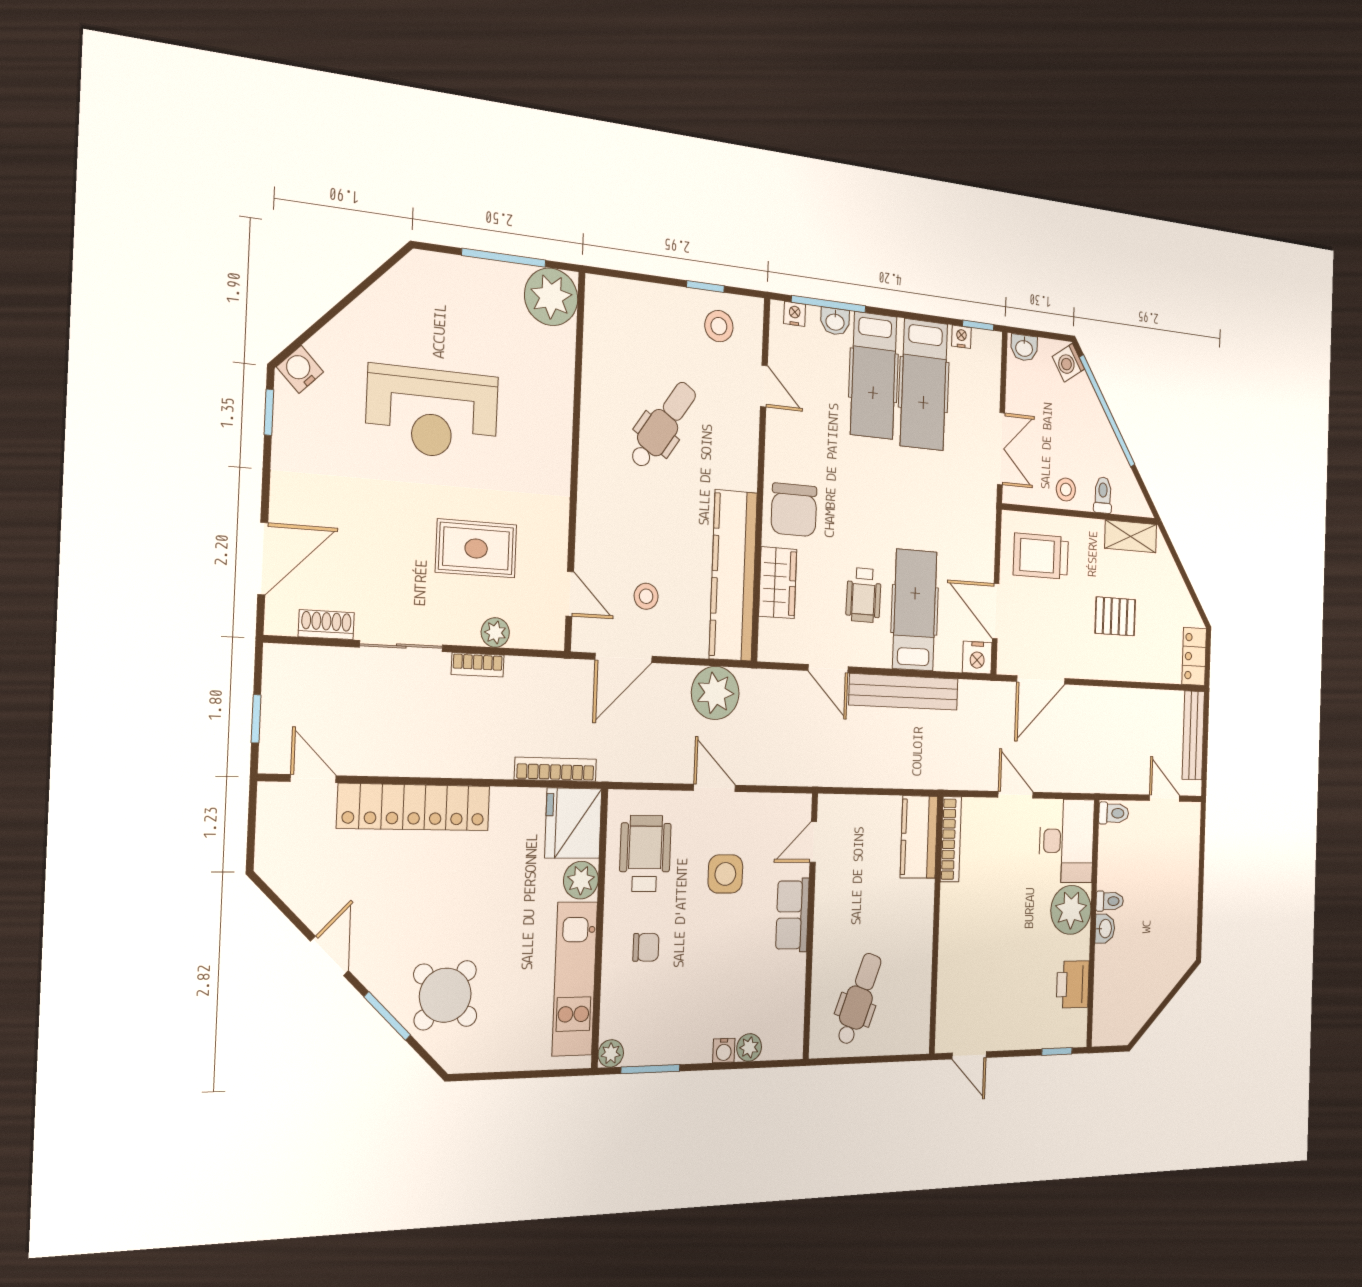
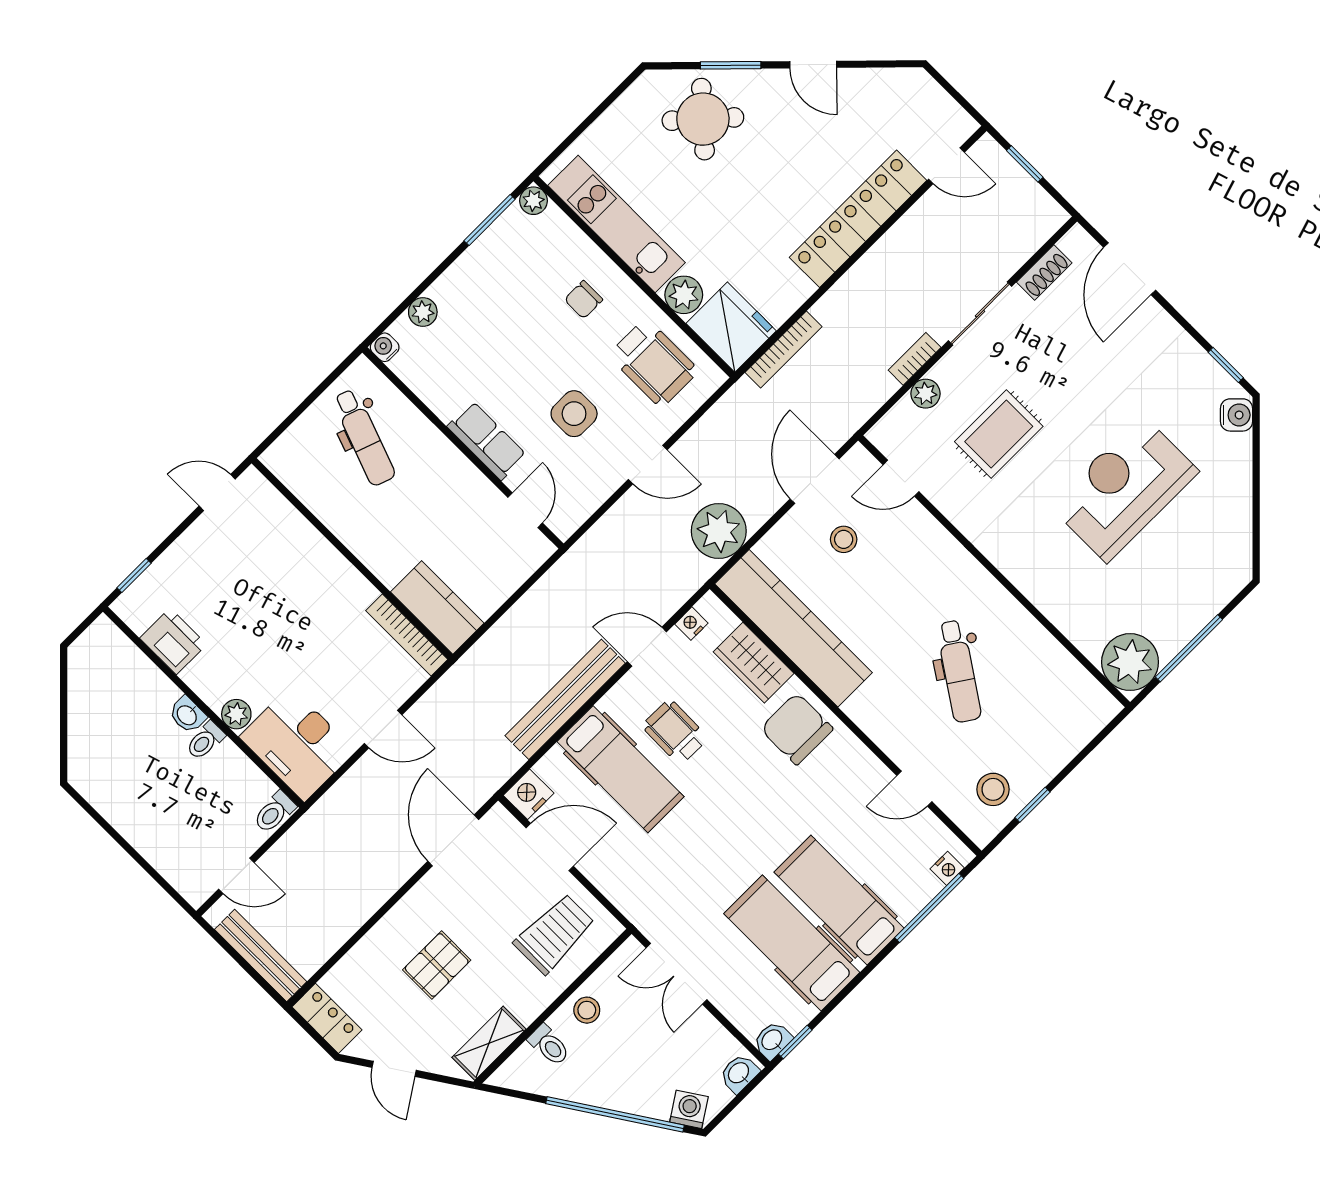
washbasin: (835, 321) -> (772, 1040), moved
nightstand: (961, 337) -> (691, 624), moved, turned 180
door: (1188, 584) -> (394, 1069), added
plant: (1071, 910) -> (236, 714), width x0.53, depth x0.53
water cooler: (724, 1050) -> (385, 347), moved

